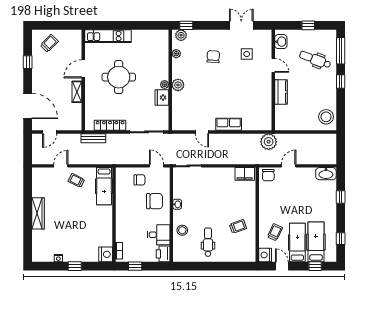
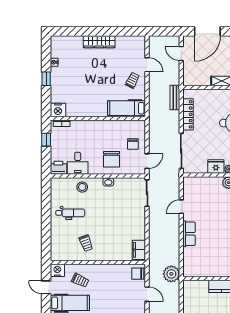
door: (282, 266) -> (46, 287), swing flipped

